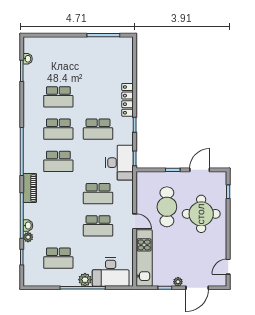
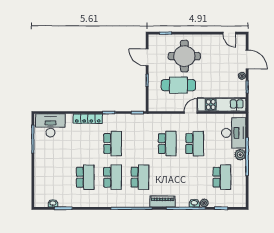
desk: (119, 163) -> (50, 125), moved

